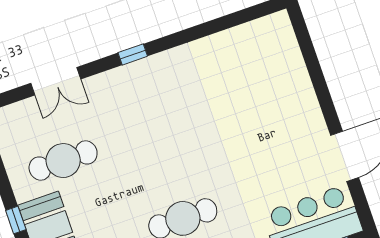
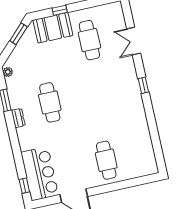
cafe table: (275, 106) -> (106, 160), added

